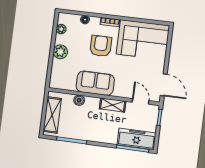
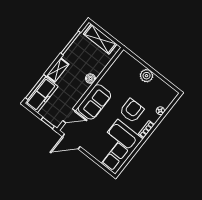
plant: (61, 29) -> (164, 87), removed
armchair: (101, 46) -> (132, 111), turned -90
sofa: (95, 83) -> (94, 102), moved
boiler: (79, 100) -> (90, 79), moved
shelving: (113, 105) -> (58, 70), moved

